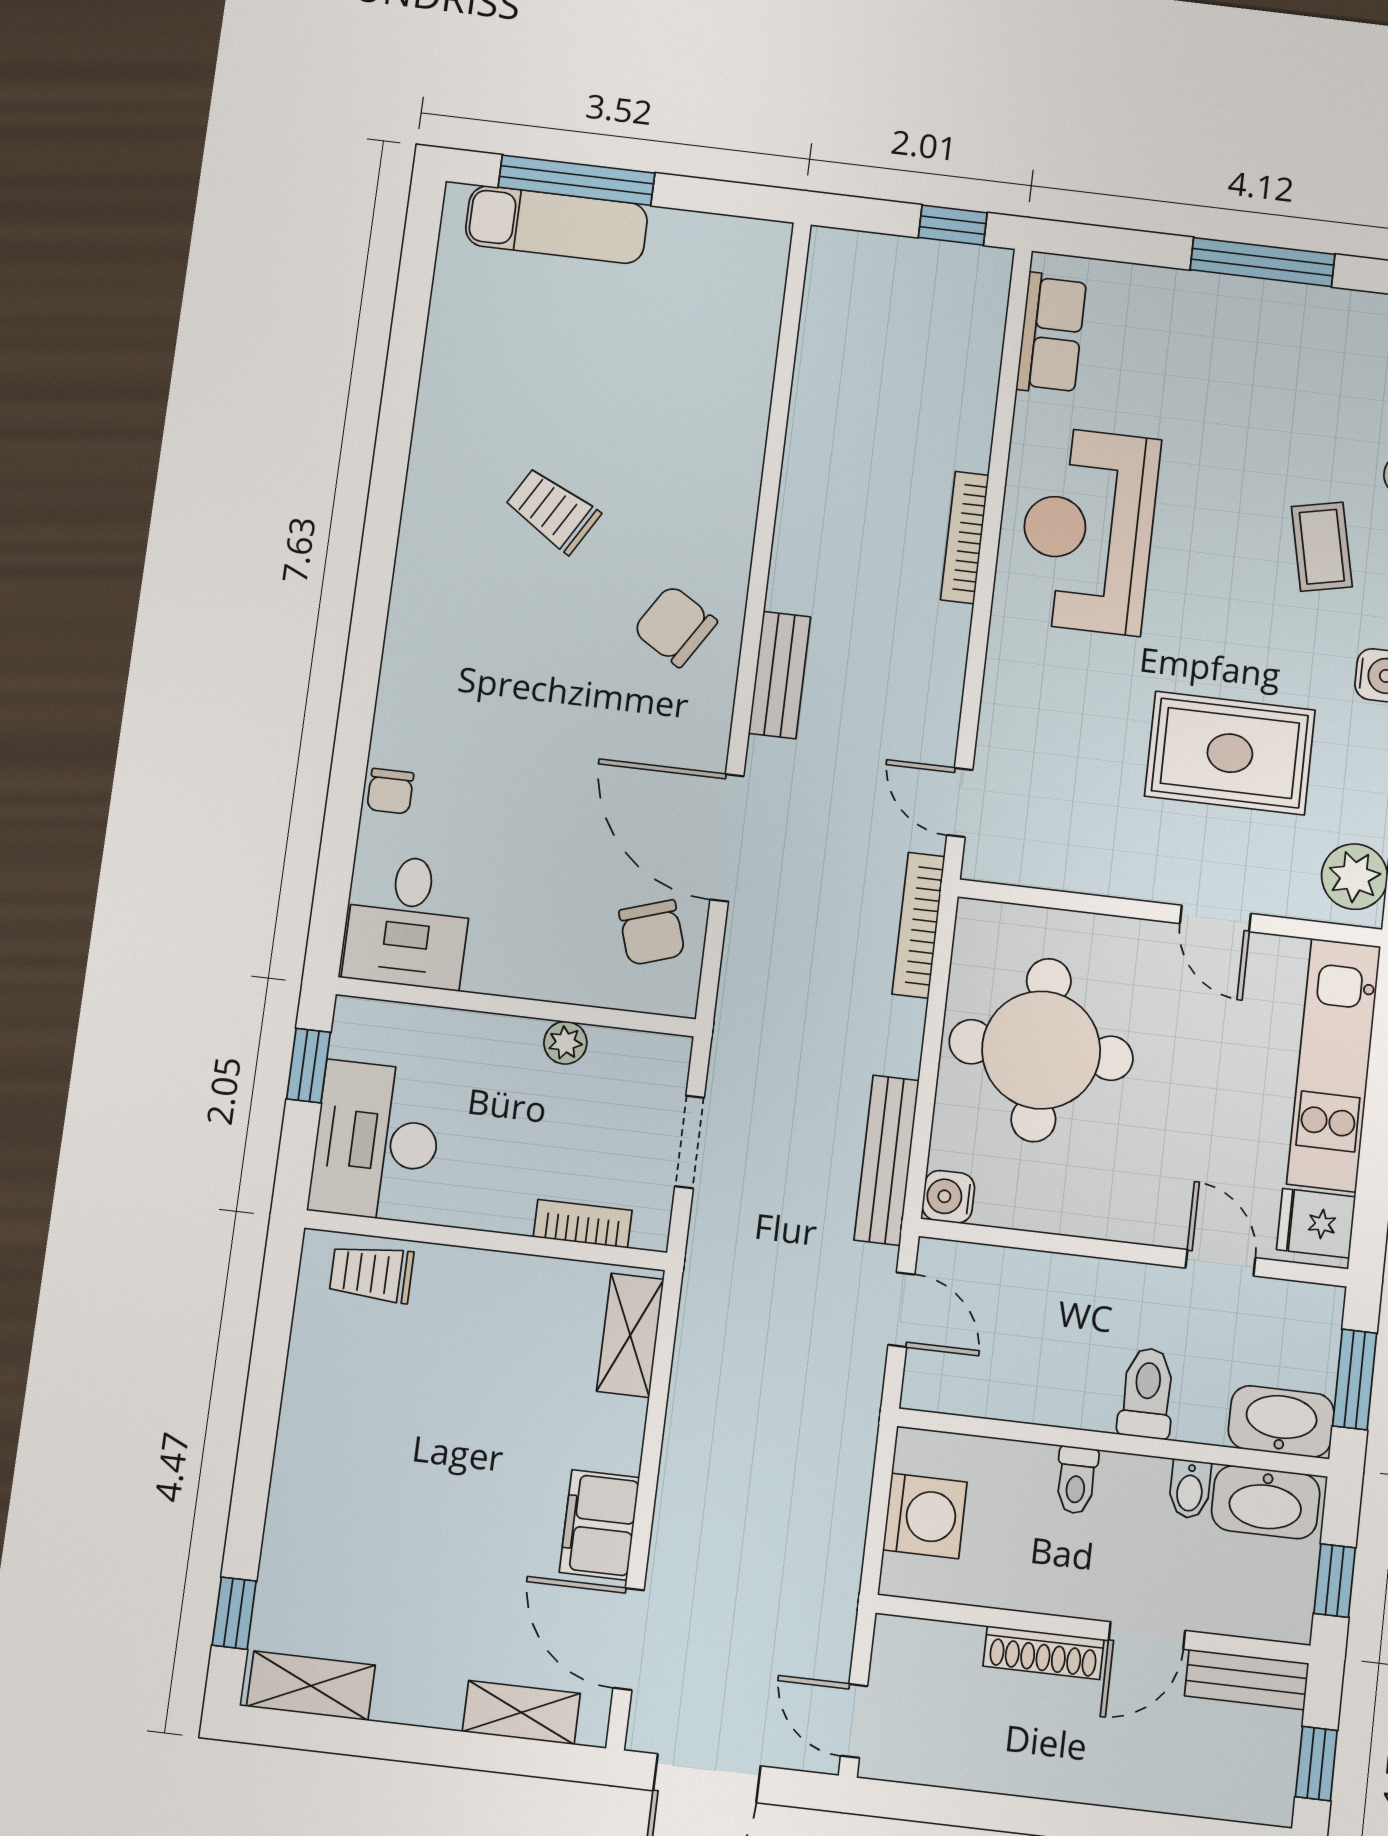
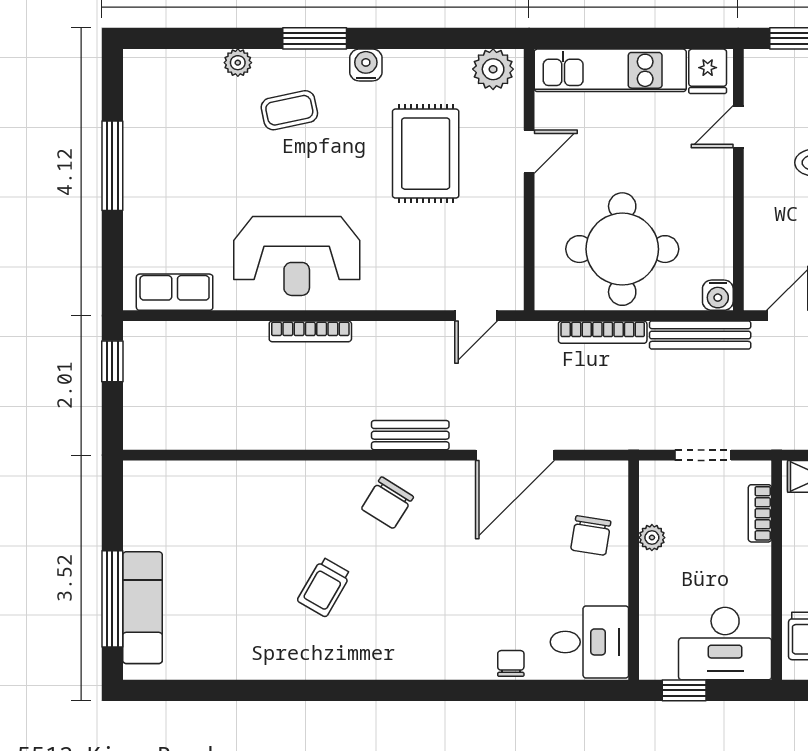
chair: (390, 791) -> (511, 663), turned -90
bookcase: (918, 925) -> (603, 332), moved
chair: (652, 933) -> (591, 535), moved, turned 117

